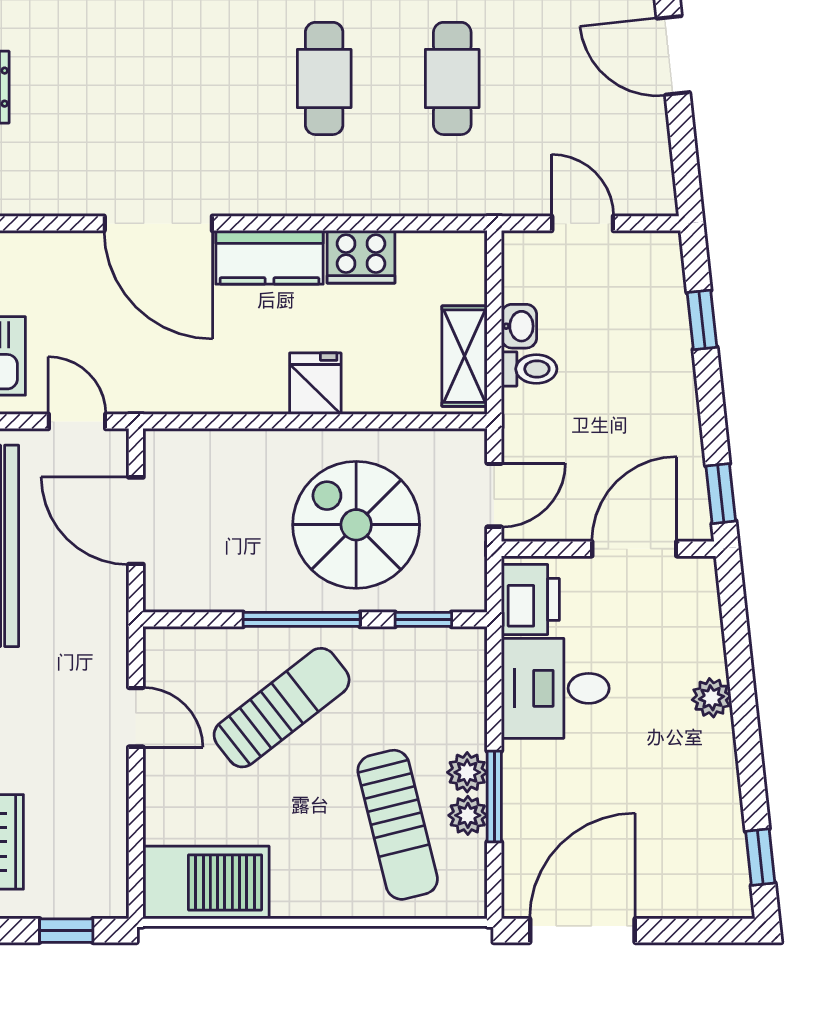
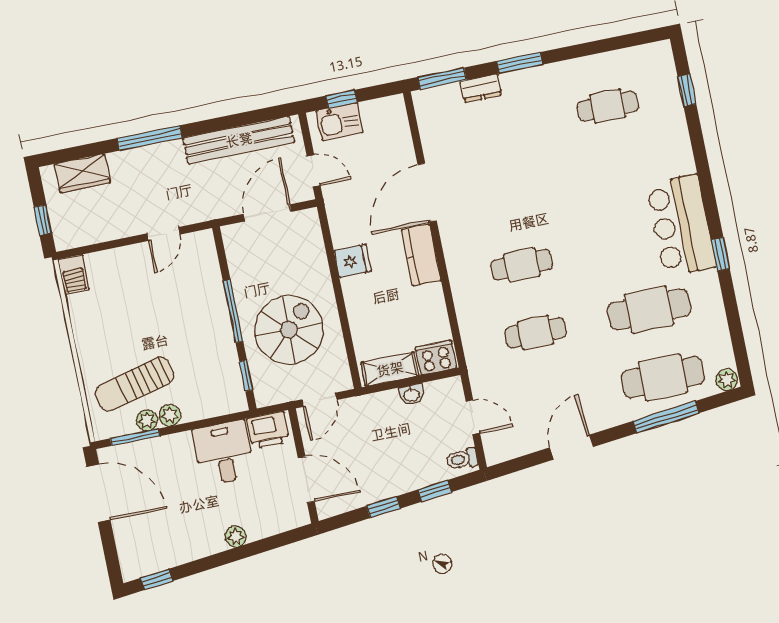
door: (583, 223) -> (473, 417), hinge flipped
cooker: (361, 257) -> (436, 358), moved, turned 90
toilet: (529, 369) -> (462, 459), moved, turned 90
fridge: (315, 384) -> (353, 261), moved
door: (77, 421) -> (314, 171), hinge flipped
window: (721, 494) -> (383, 507), moved
door: (494, 495) -> (320, 400), hinge flipped
sun lounger: (282, 708) -> (184, 310), removed
window: (494, 796) -> (135, 437), moved
barbecue: (206, 882) -> (74, 275), width x0.53, depth x0.65

